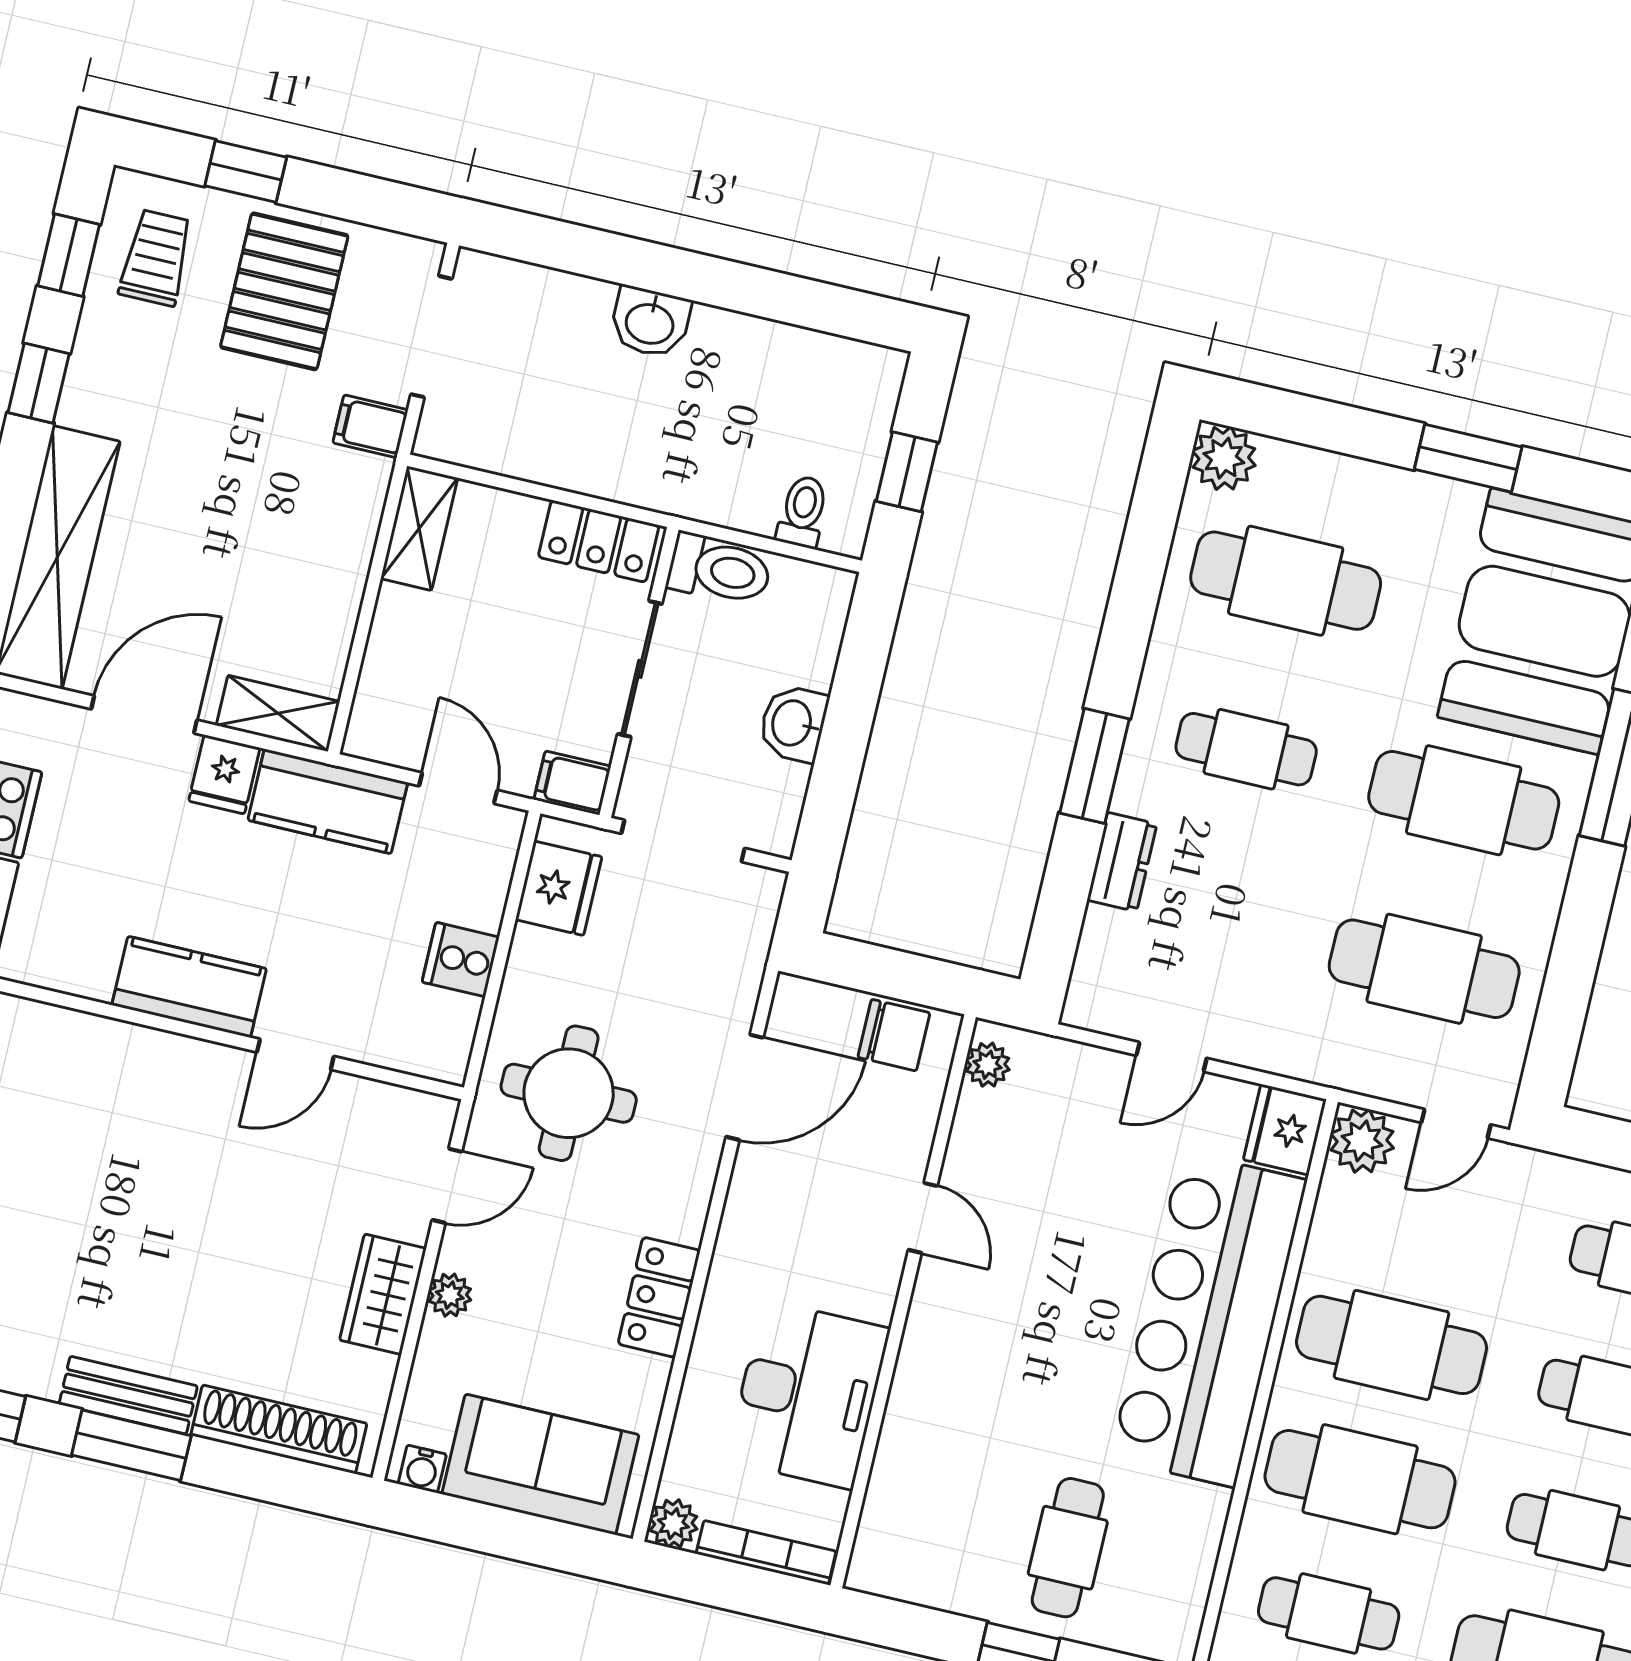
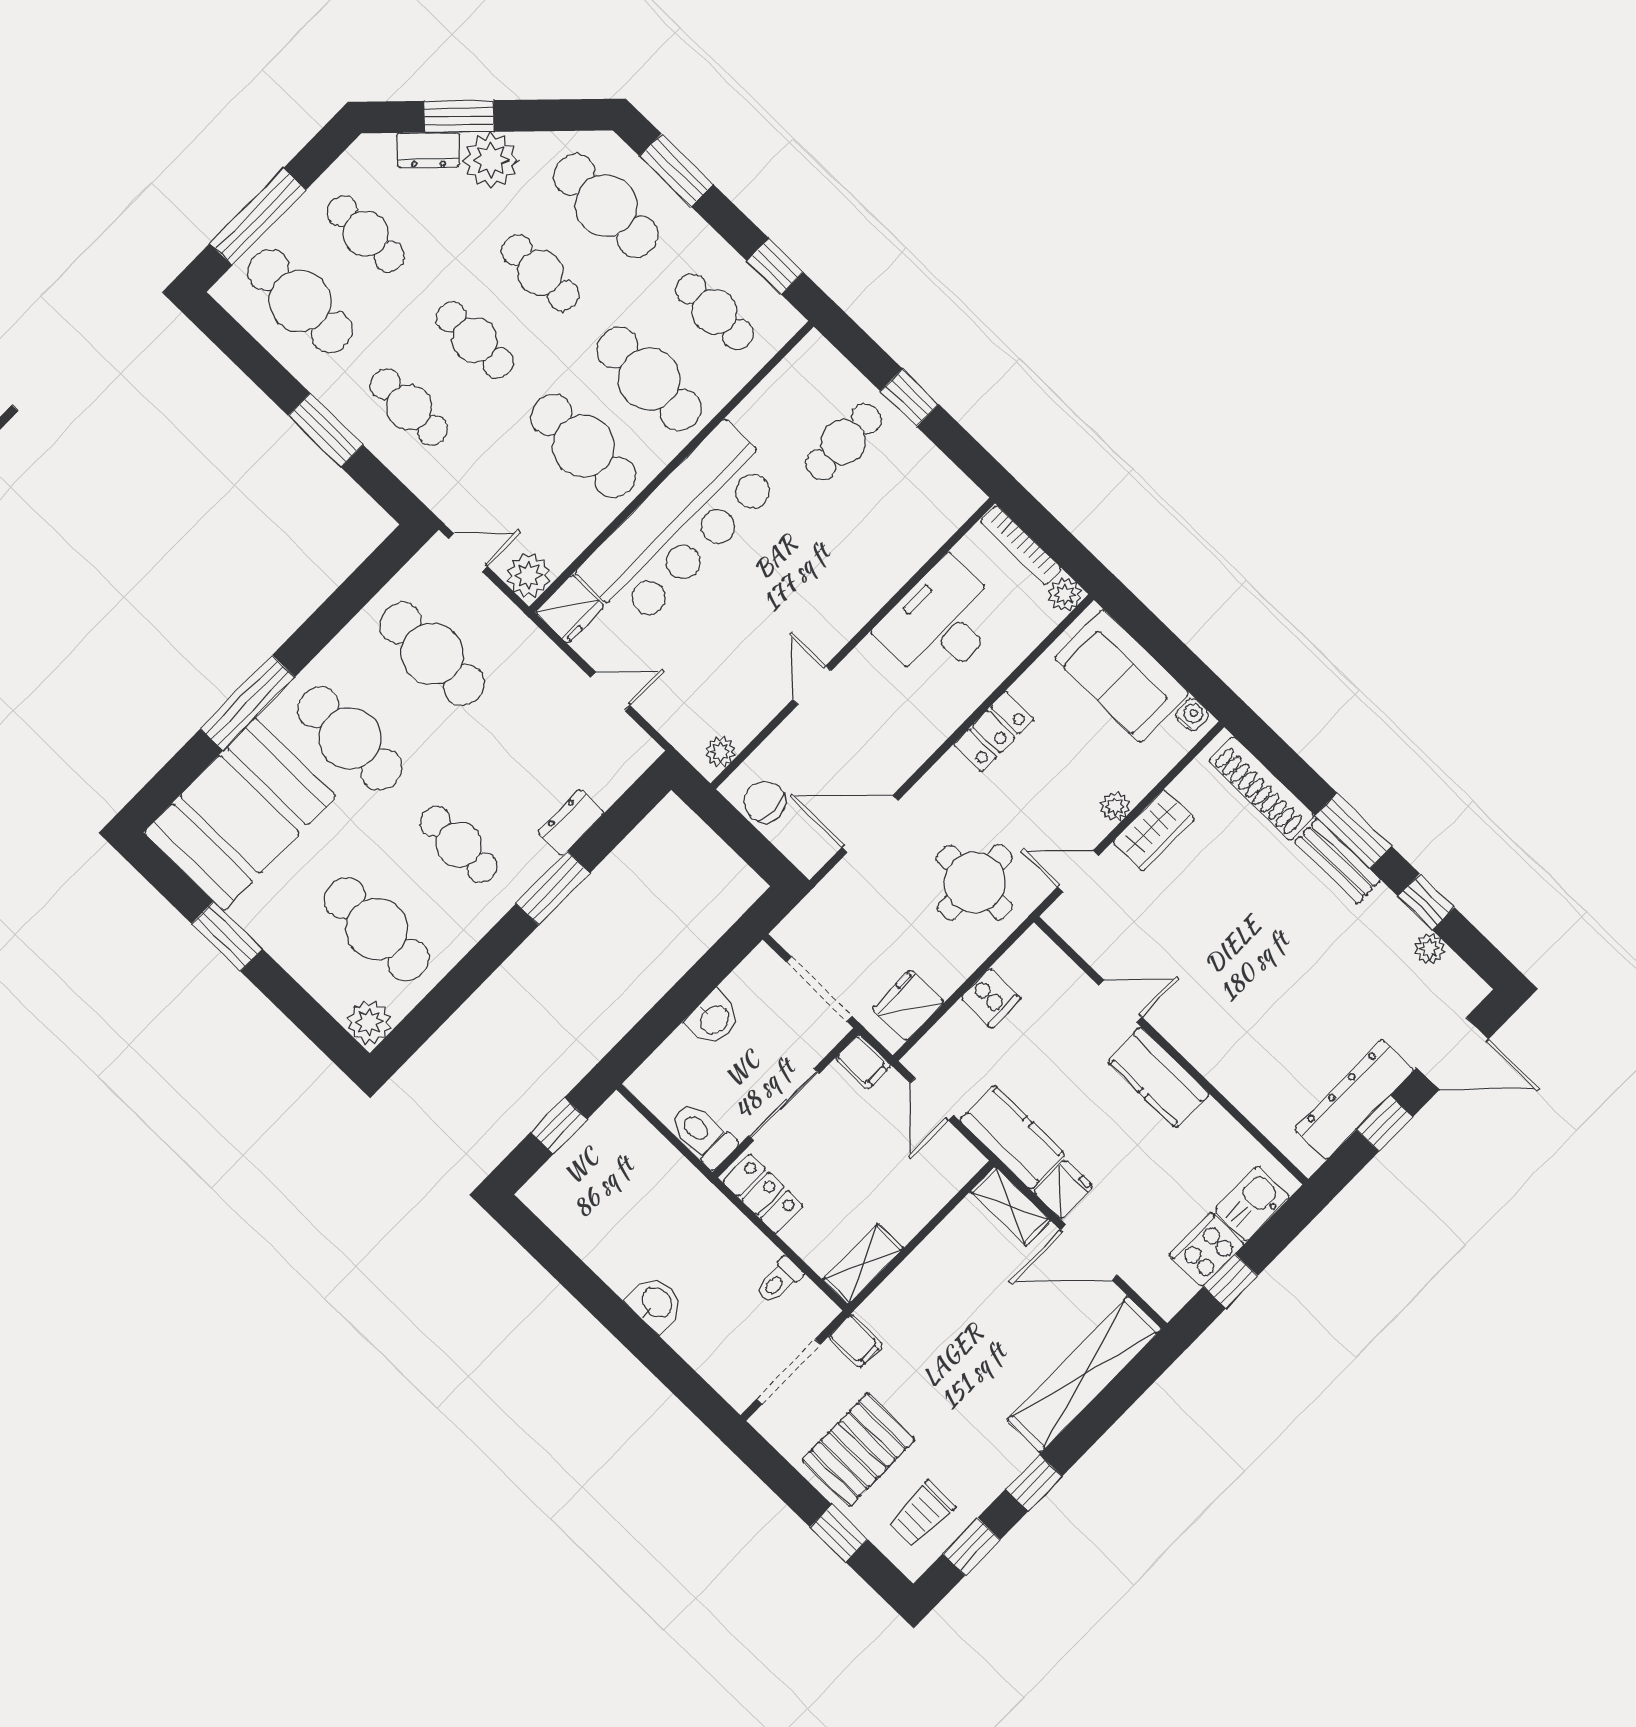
toilet: (803, 512) -> (779, 1281), moved

